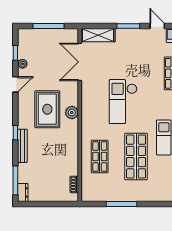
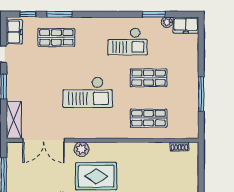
plant: (72, 112) -> (81, 149), moved
shop shelf: (136, 157) -> (149, 78), width x0.70, depth x0.74

